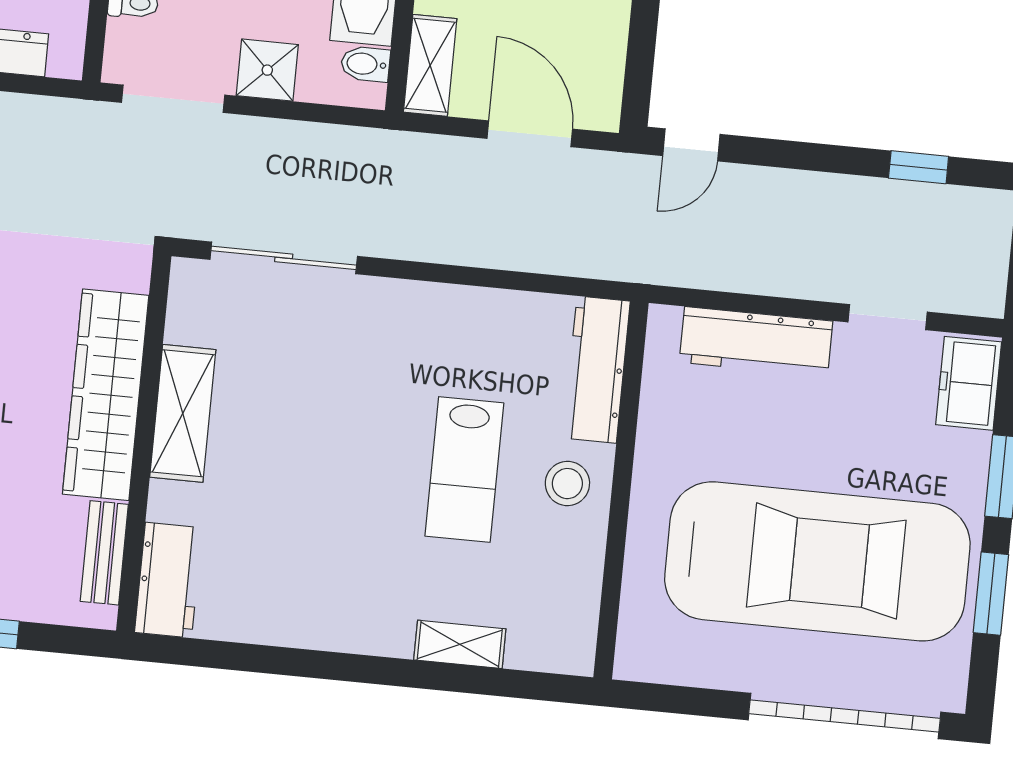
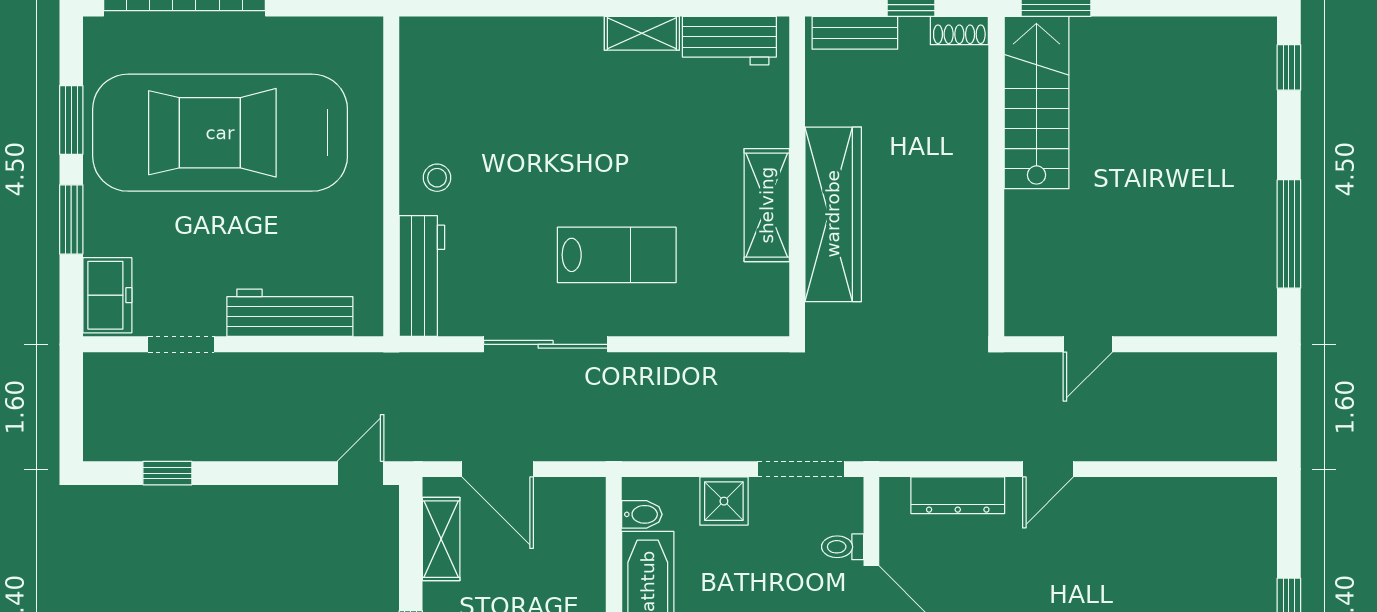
shelving: (430, 65) -> (441, 539), moved
sliding door: (284, 258) -> (546, 344), moved
lab bench: (464, 469) -> (617, 255), moved, turned 90
stool: (567, 484) -> (437, 178), width x0.73, depth x0.73
bench: (104, 553) -> (855, 33), moved, turned 90
workbench: (168, 580) -> (729, 41), moved, turned -90
shelving: (460, 644) -> (642, 33), moved

